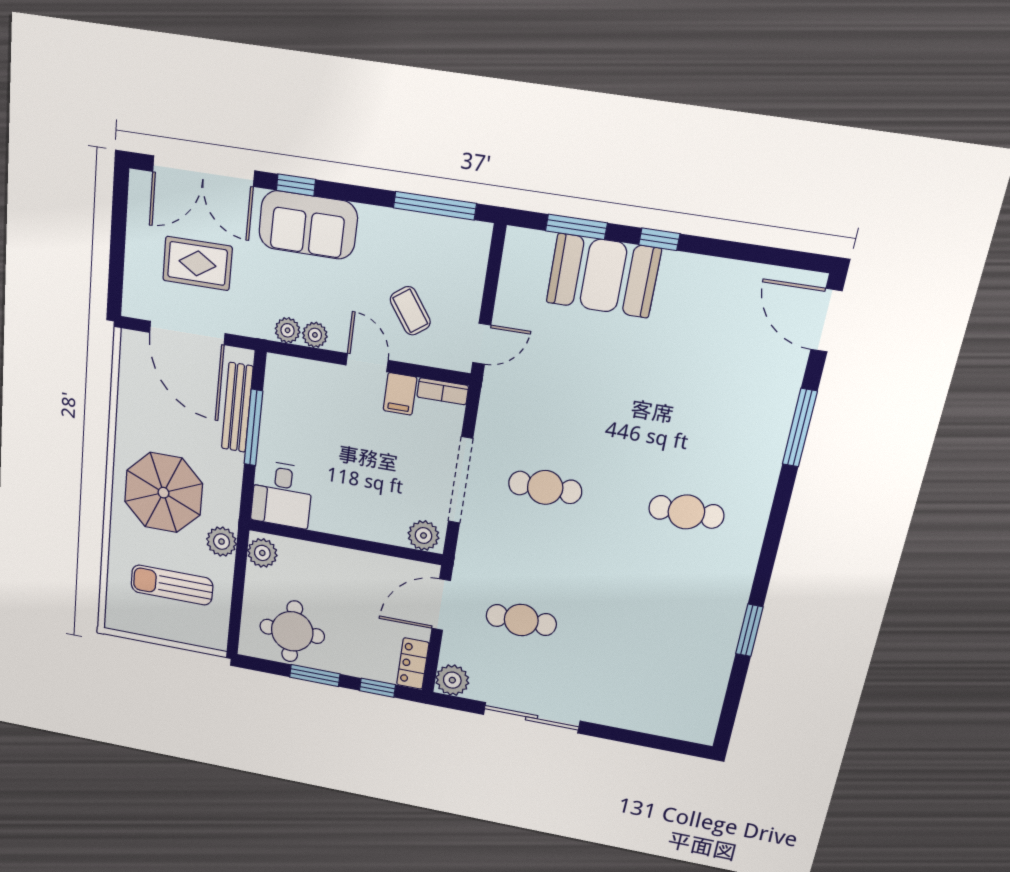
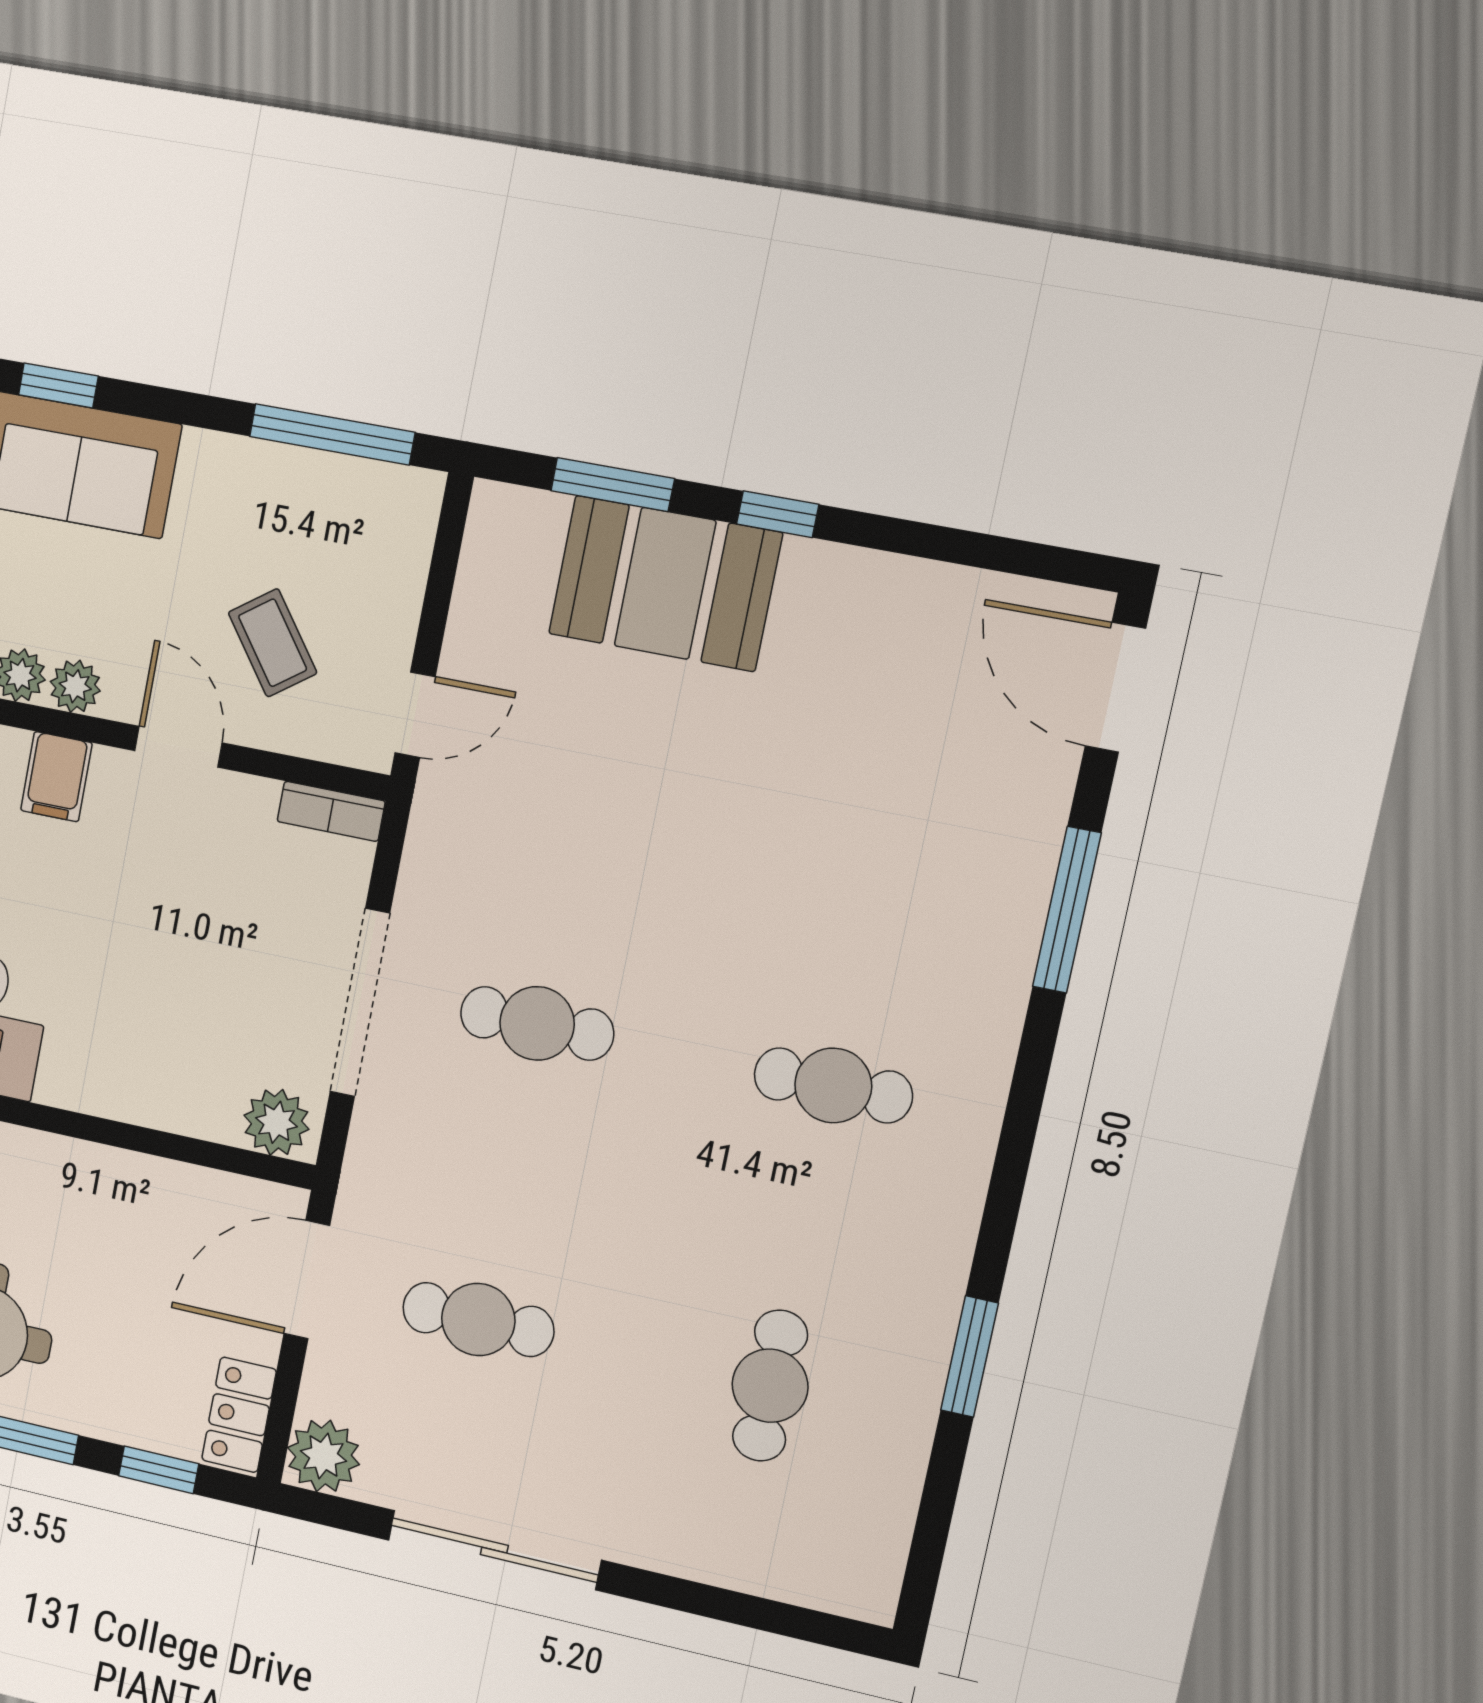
filing cabinet: (400, 394) -> (56, 777), moved
cafe table: (657, 645) -> (770, 1386), added

